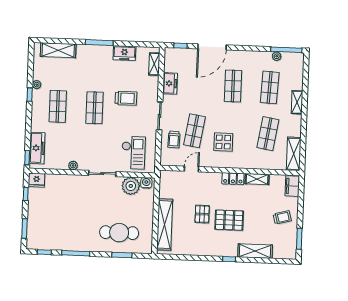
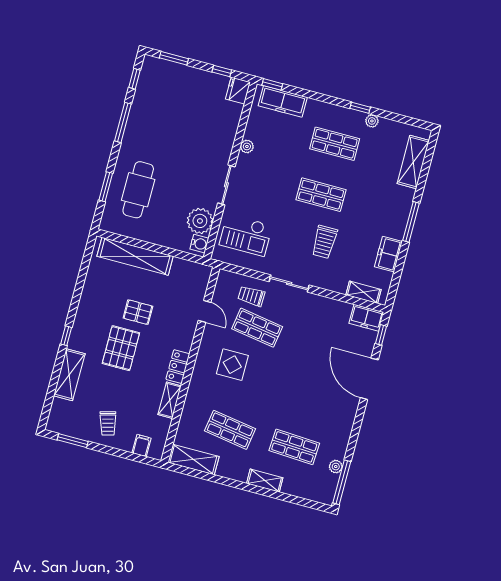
freezer: (170, 83) -> (366, 318), moved
shop shelf: (233, 86) -> (308, 396), removed
filing cabinet: (292, 186) -> (142, 446), width x0.50

